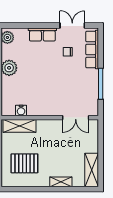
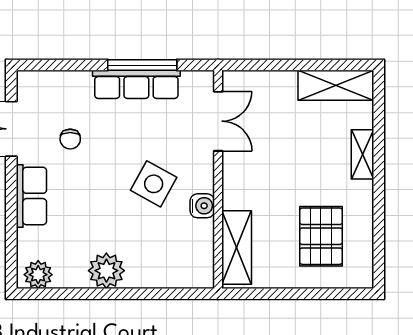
row of seats: (92, 49) -> (136, 84), moved
side table: (48, 89) -> (154, 184), added
water cooler: (21, 110) -> (202, 206), moved

